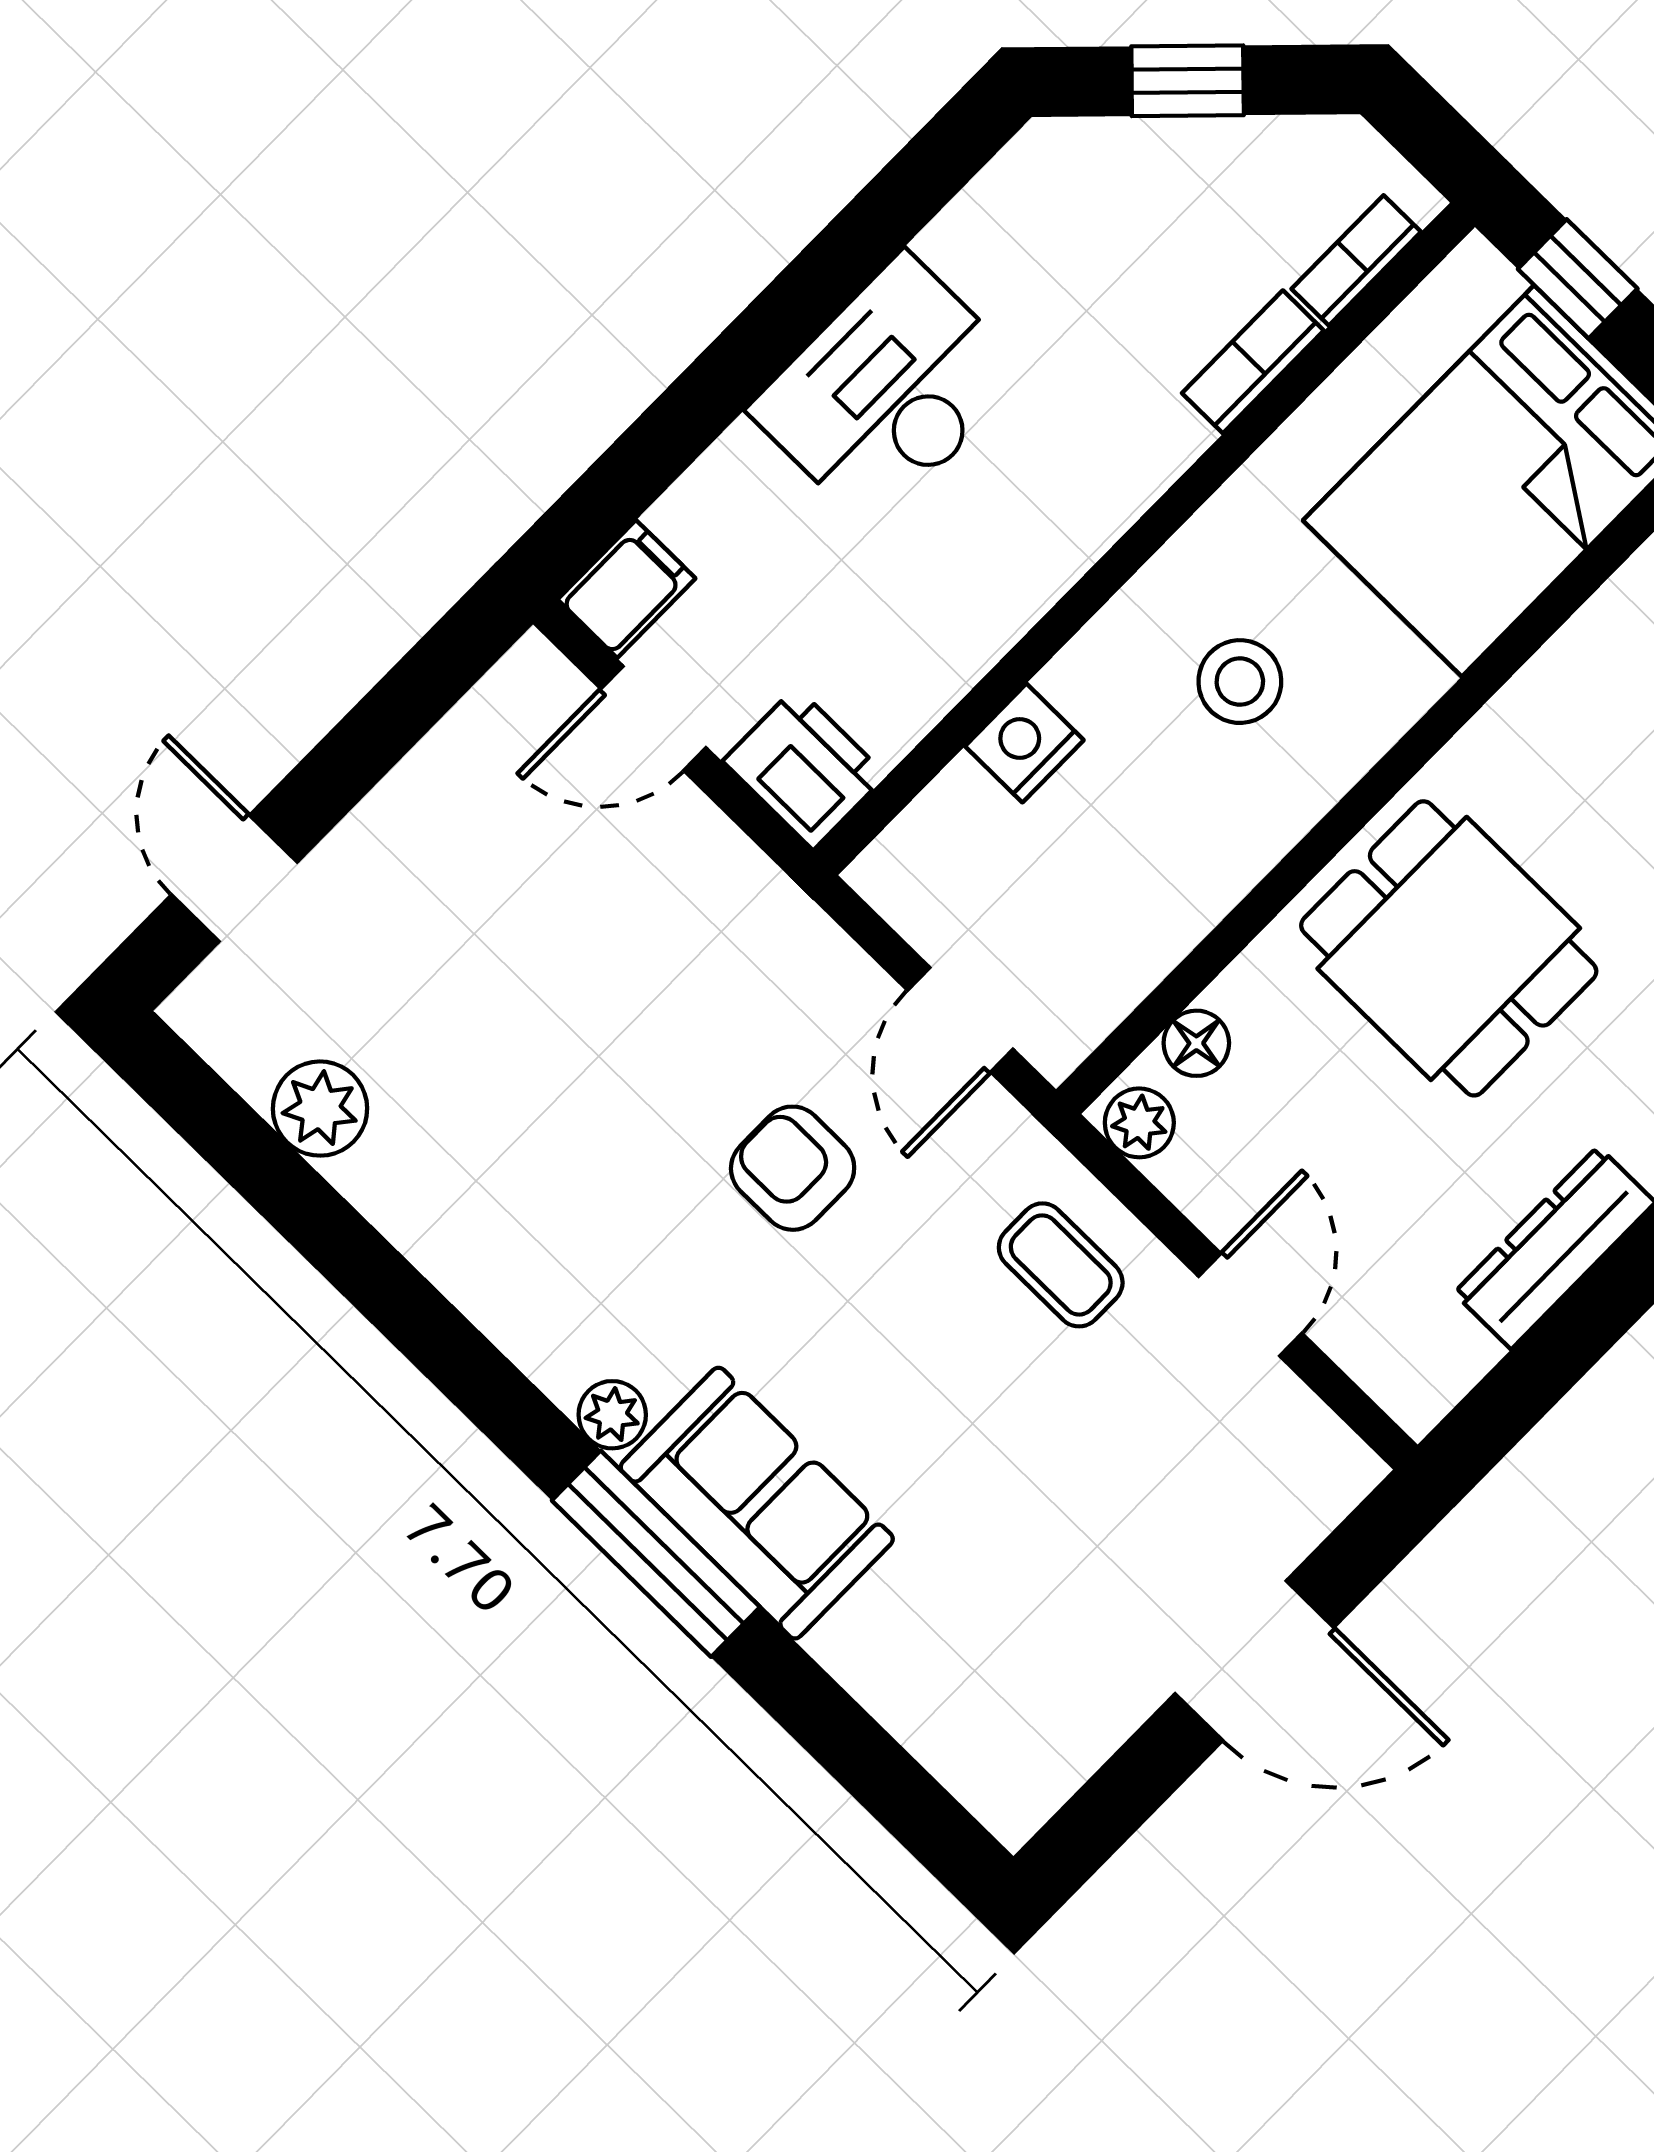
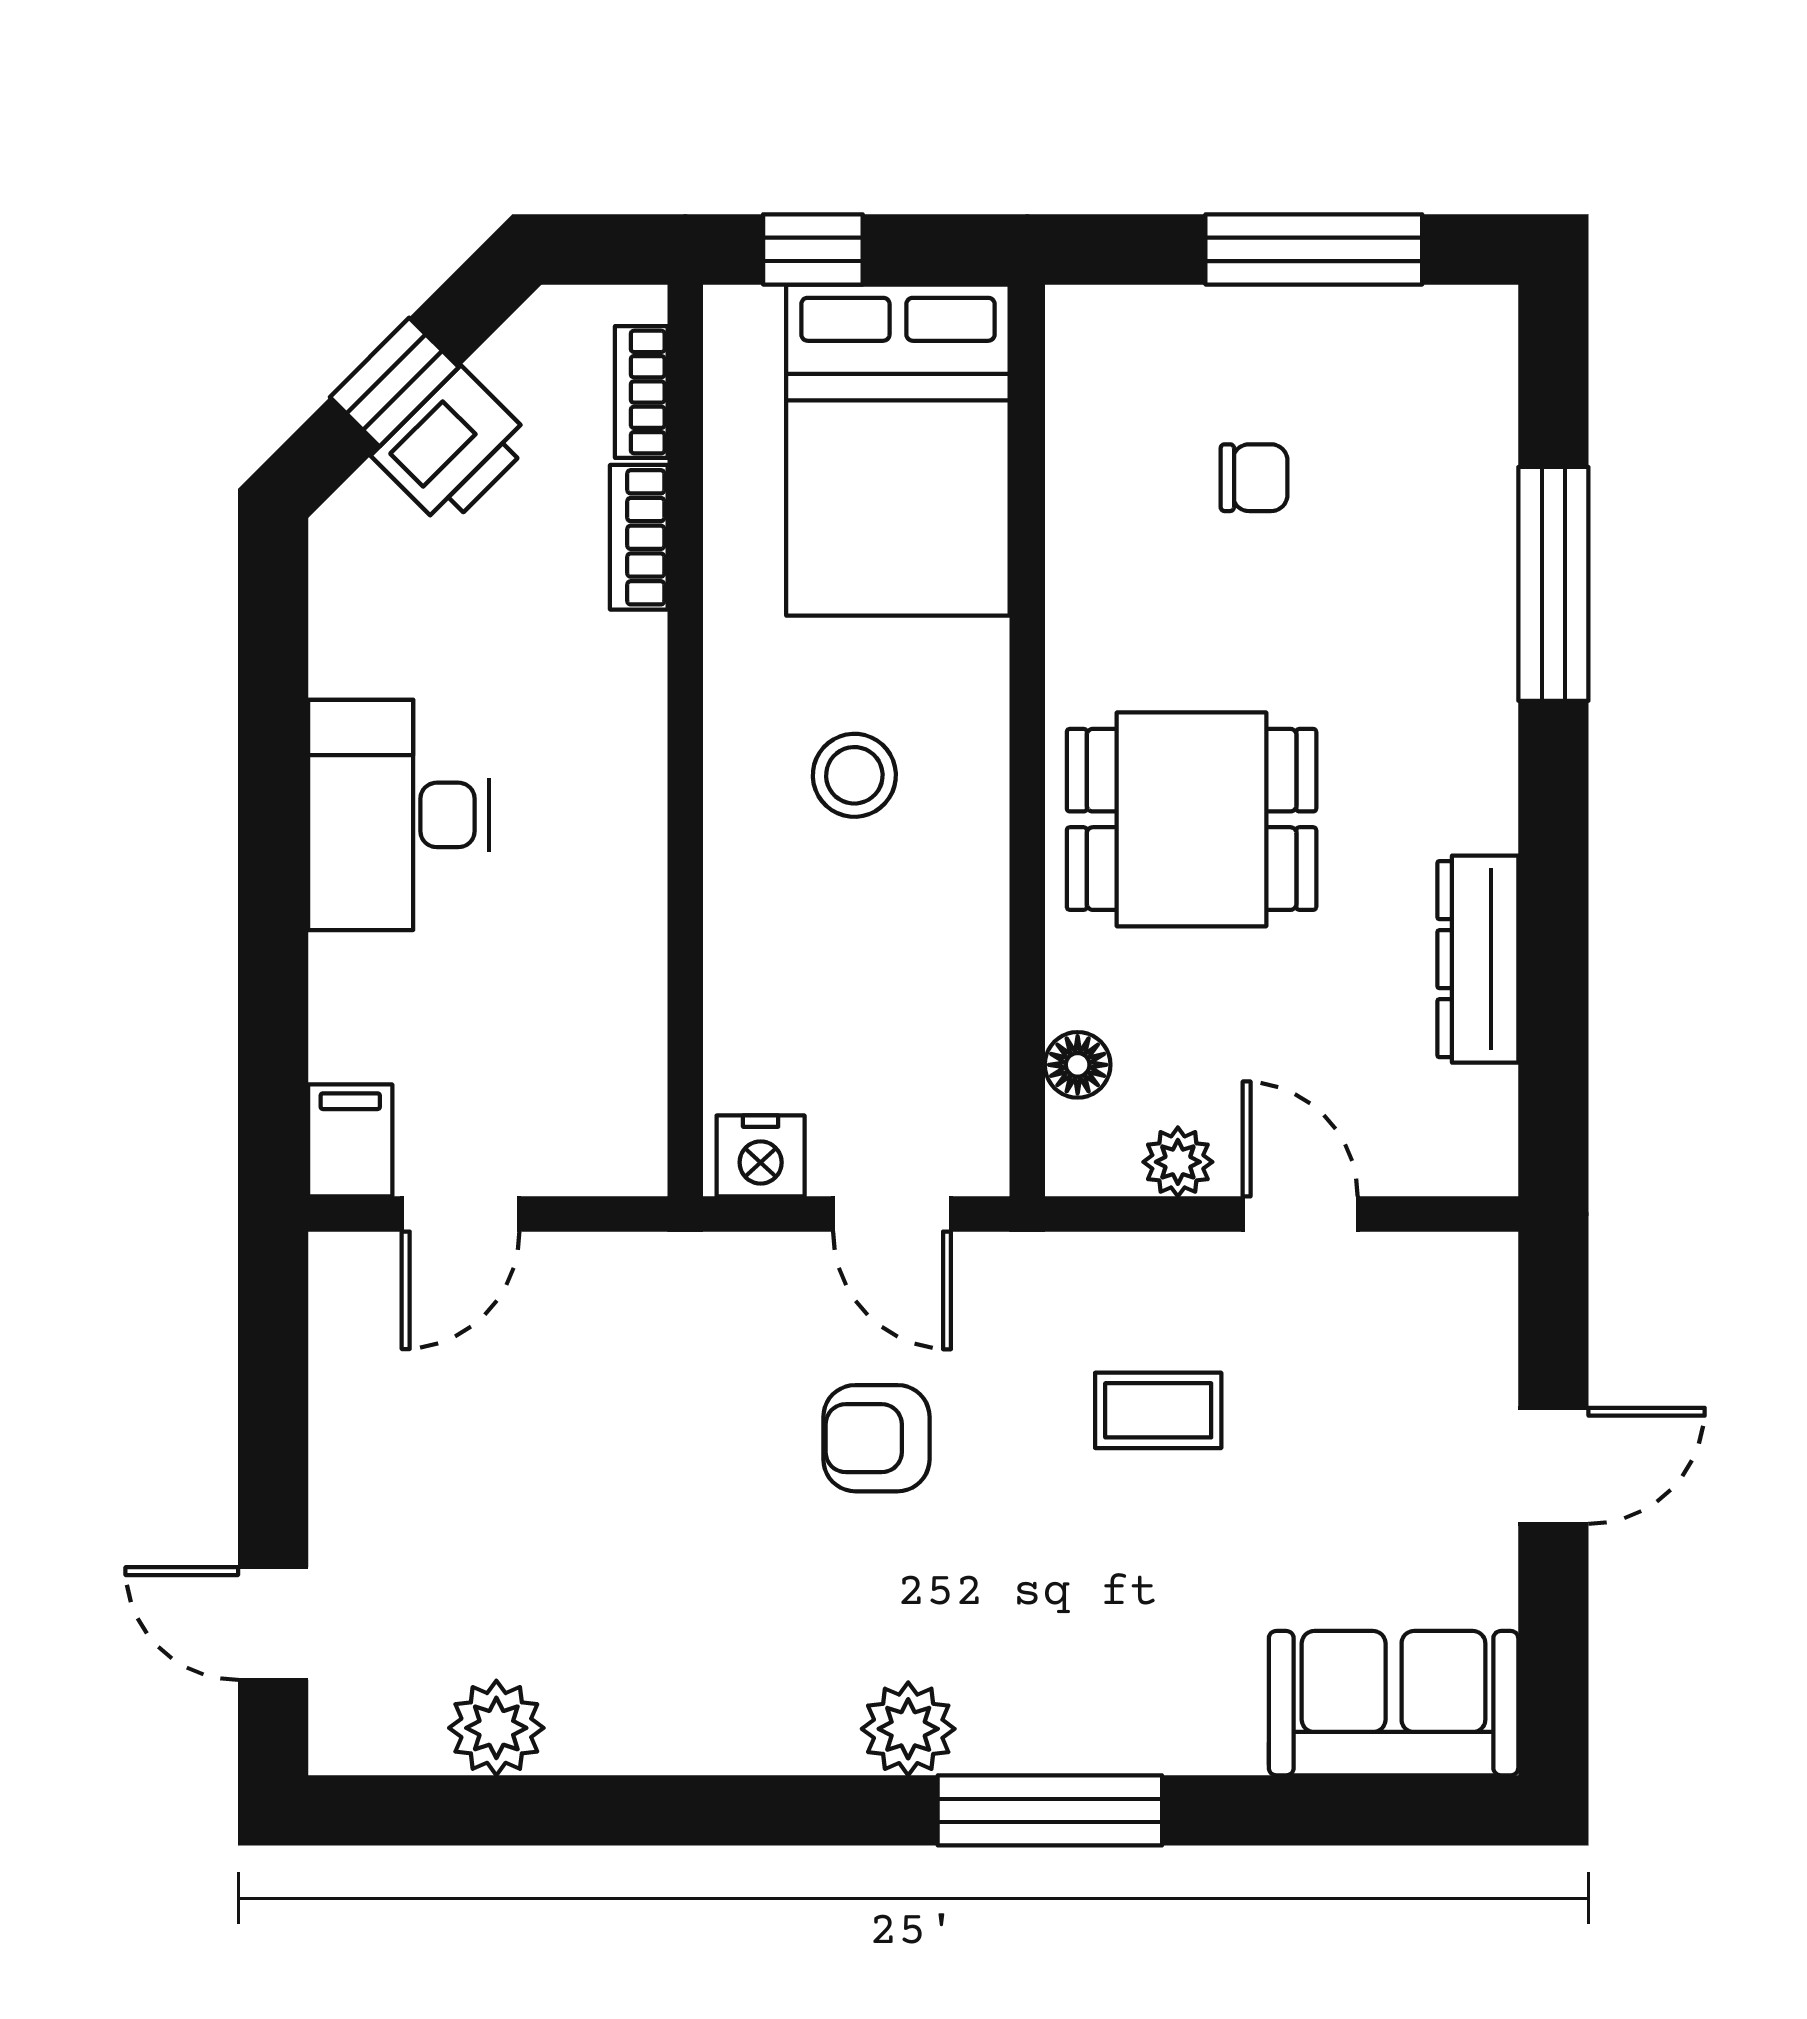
nightstand: (1024, 743) -> (761, 1156), moved, turned -90
printer: (804, 768) -> (453, 448), moved, turned 135
plant: (1139, 1123) -> (1178, 1162), moved
coffee table: (1061, 1265) -> (1158, 1410), moved
plant: (612, 1415) -> (908, 1729), width x1.38, depth x1.38
sofa: (757, 1503) -> (1394, 1703), moved
door: (1254, 1661) -> (1553, 1466), width x0.73

